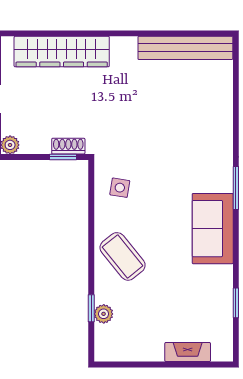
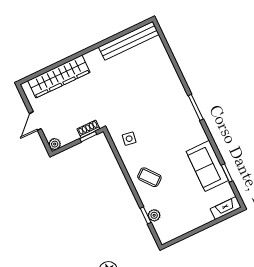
sofa: (213, 229) -> (207, 166), moved
coffee table: (123, 256) -> (149, 177), width x0.73, depth x0.77
fireplace: (188, 352) -> (226, 208), moved

